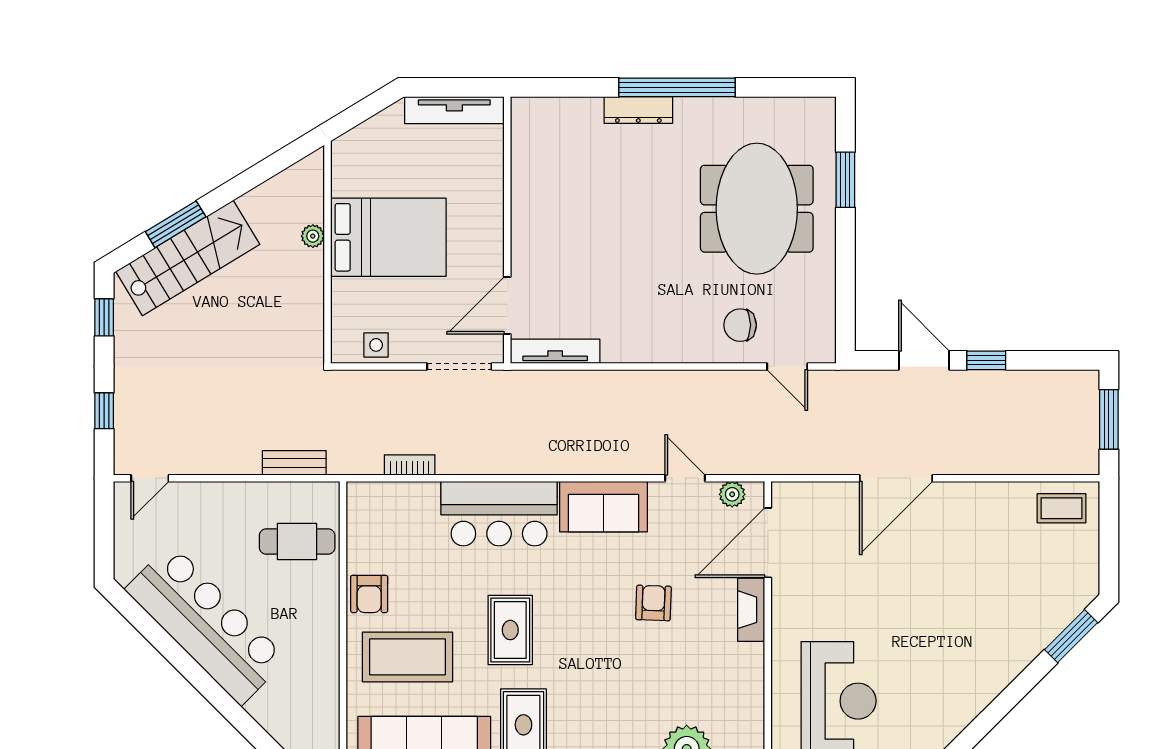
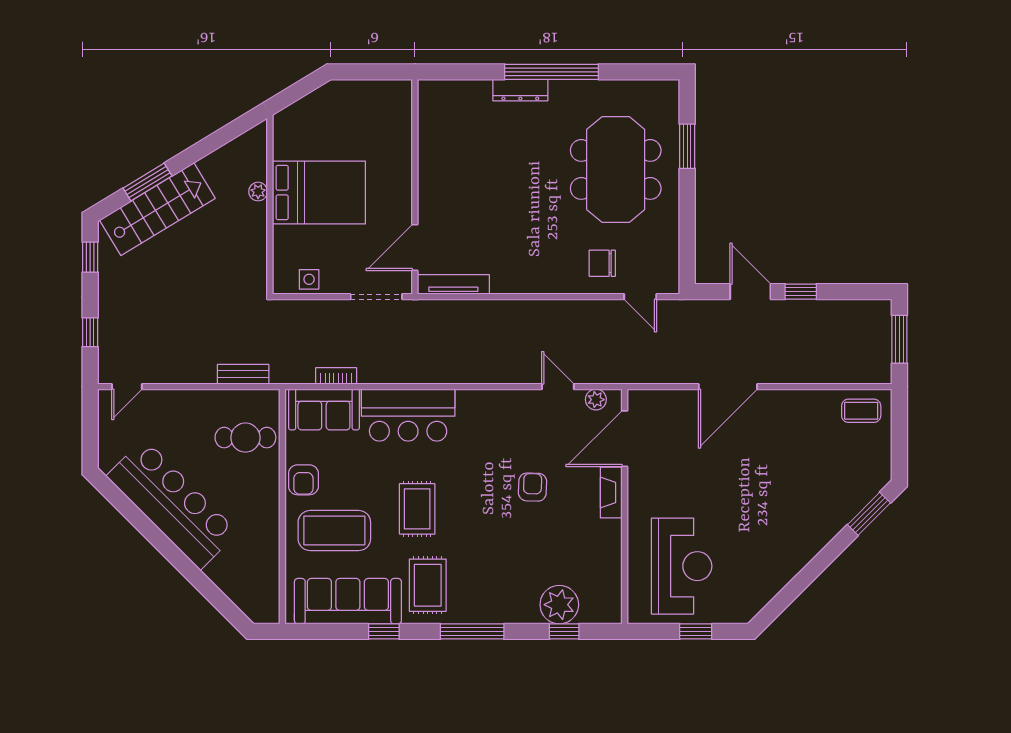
tv unit: (454, 110) -> (372, 90), removed
sofa: (603, 507) -> (324, 409), moved

